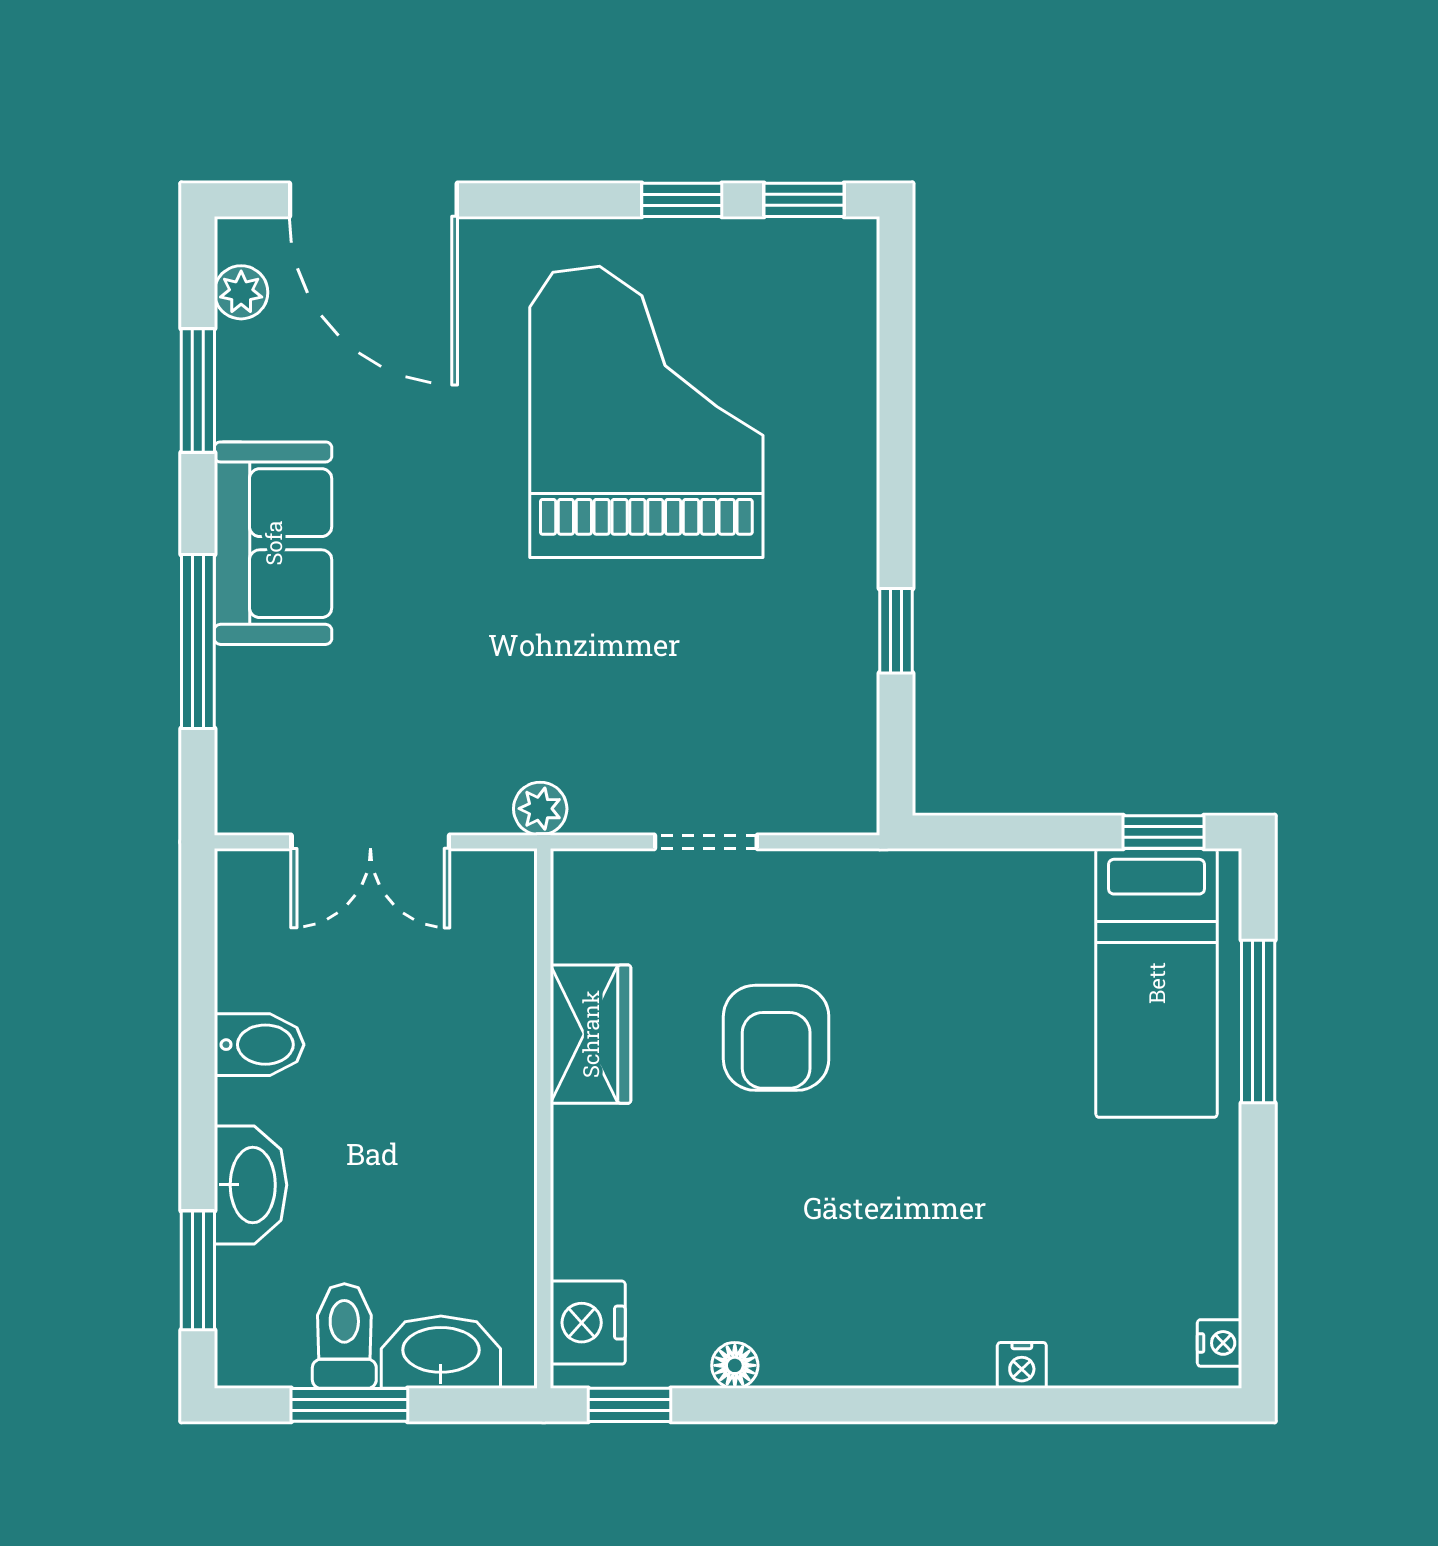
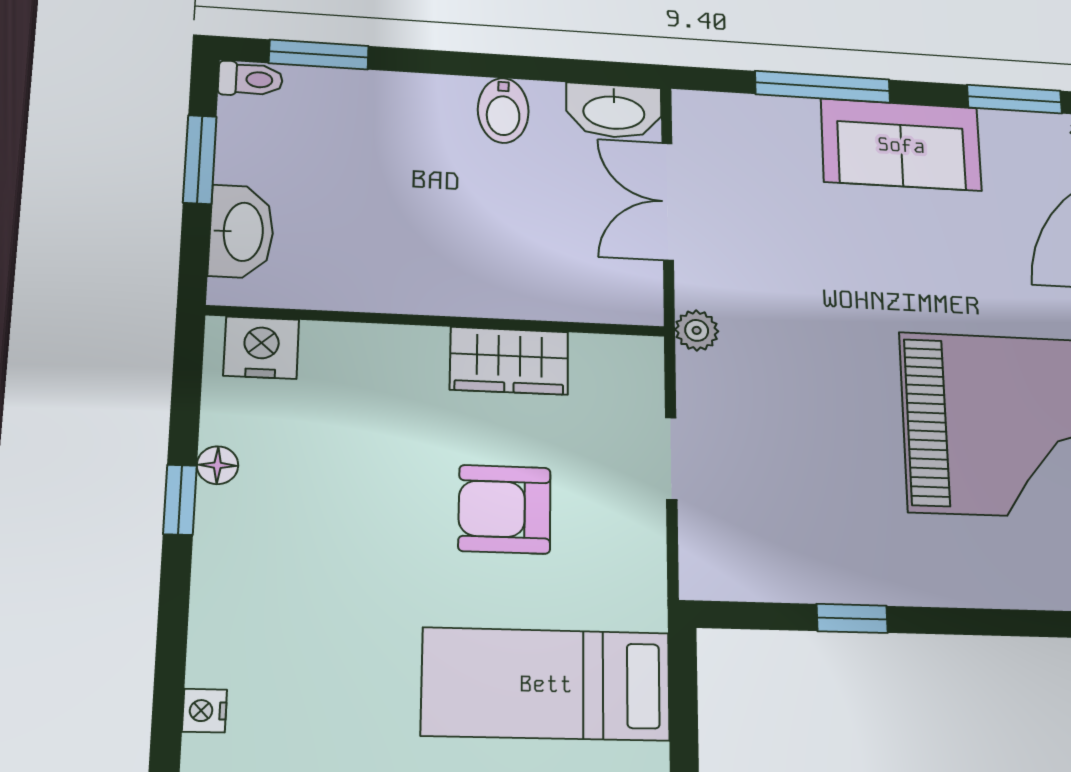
bed: (983, 989) -> (546, 684), added
washbasin: (251, 1185) -> (614, 111), moved
toilet: (344, 1336) -> (250, 79), moved, width x0.73, depth x0.72
window: (629, 1405) -> (180, 500), moved

